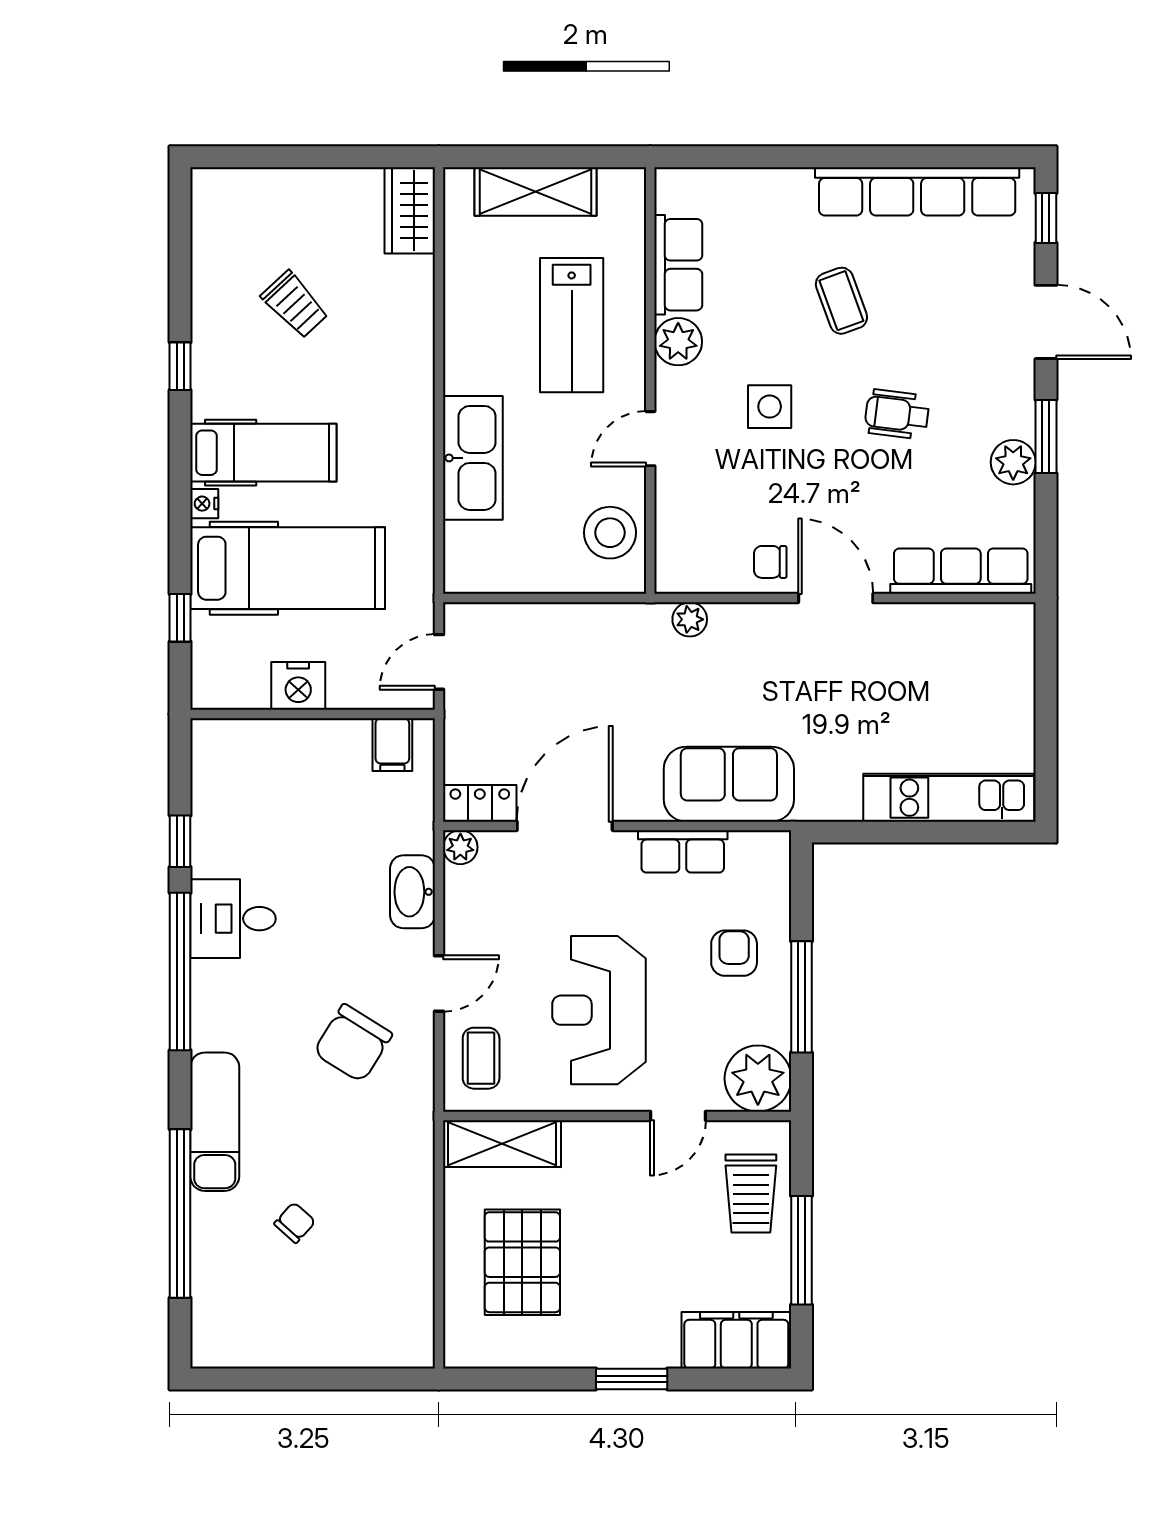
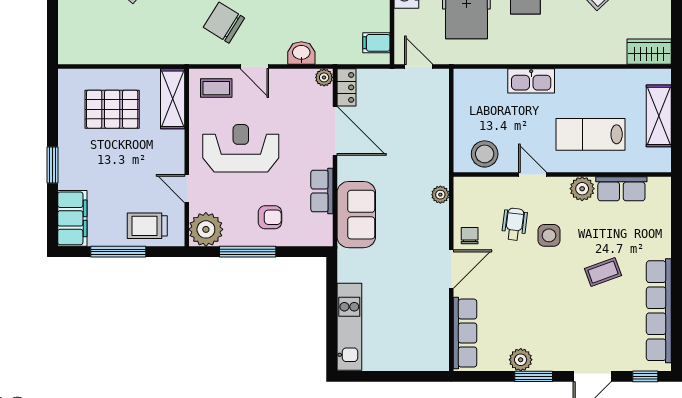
wheelchair: (897, 414) -> (515, 224), moved
kitchen sink: (473, 458) -> (531, 81), width x0.73, depth x0.81
washbasin: (412, 892) -> (301, 53), width x0.72

